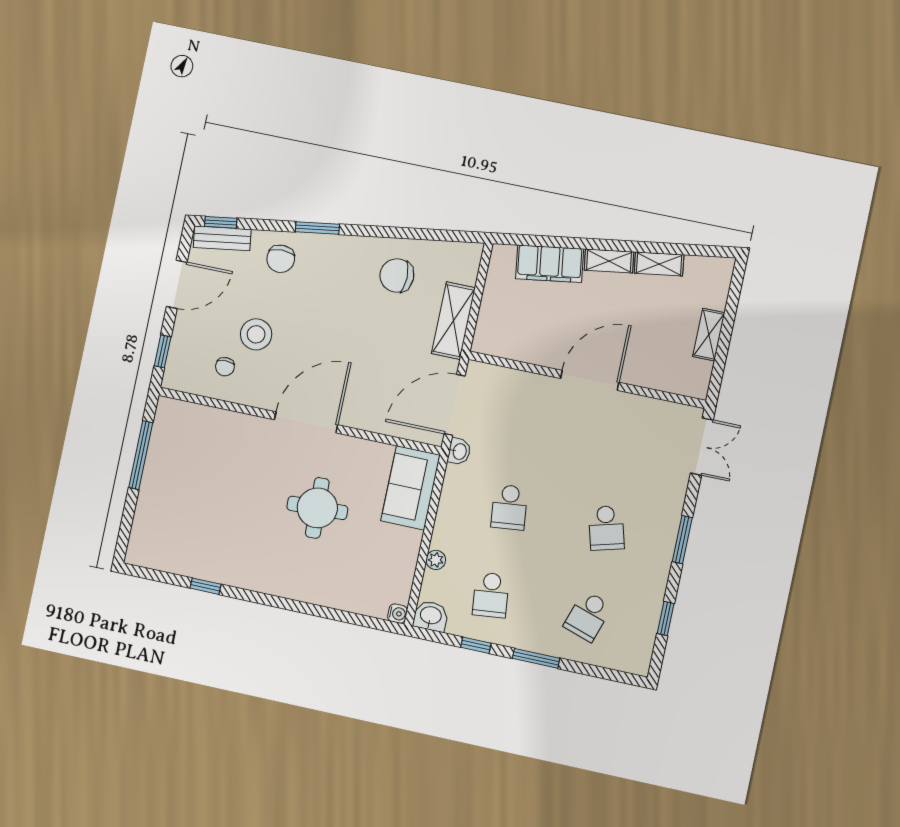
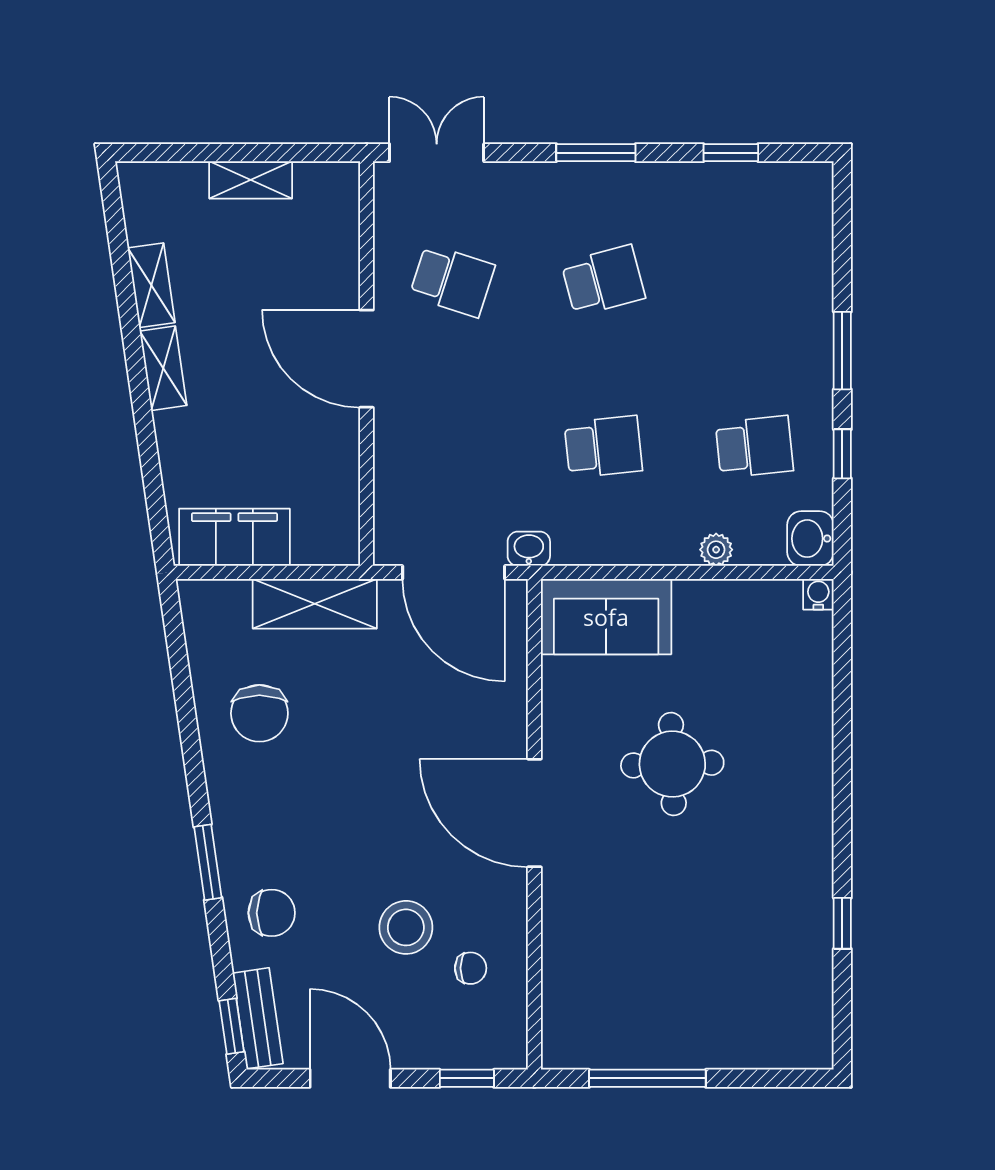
filing cabinet: (550, 264) -> (234, 537), moved, turned -82
school desk: (588, 616) -> (452, 280), moved

